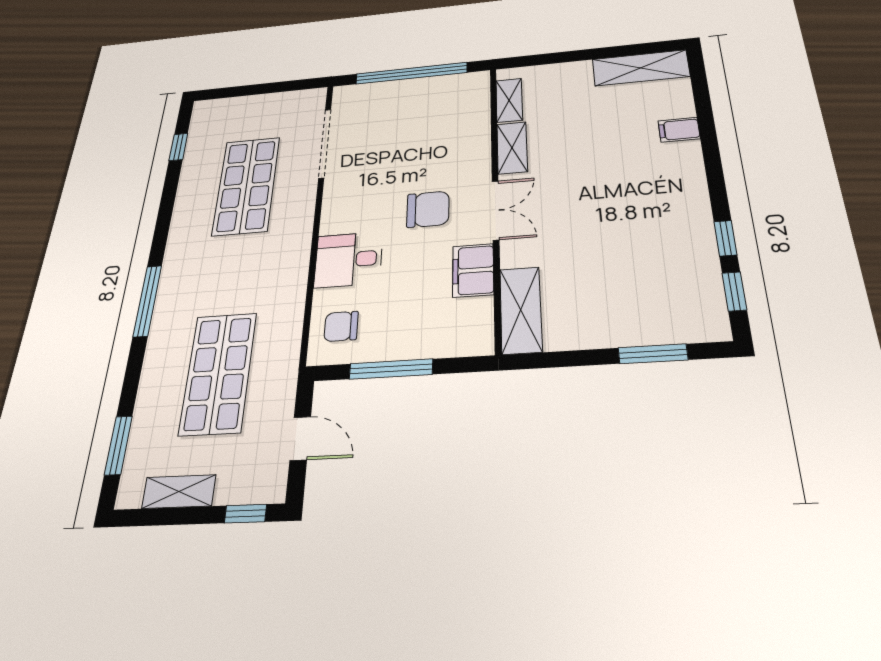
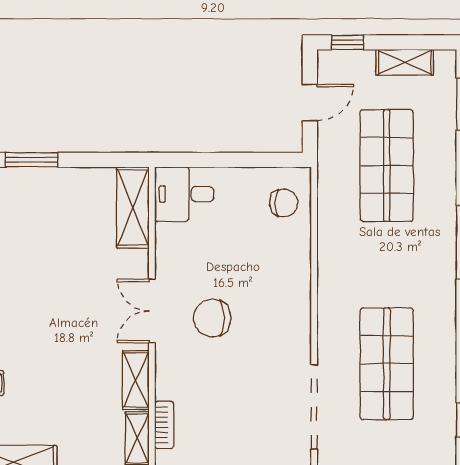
bookcase: (481, 114) -> (164, 425), added
desk: (348, 260) -> (184, 194), moved, turned 180
filing cabinet: (473, 270) -> (172, 250), removed
window: (391, 369) -> (239, 160), removed
door: (300, 438) -> (310, 103), swing flipped

